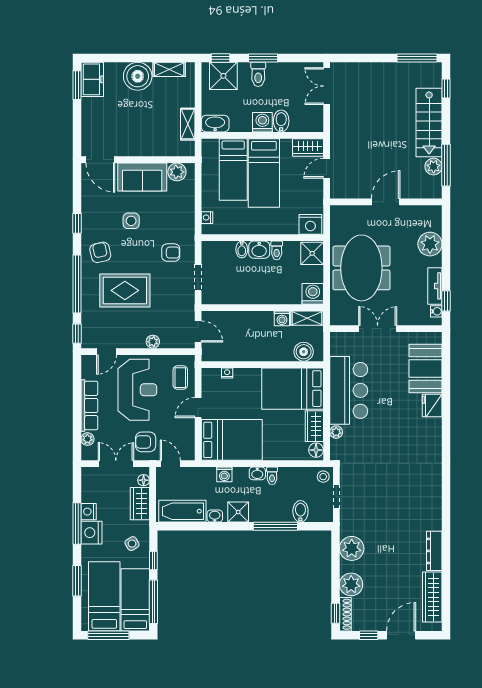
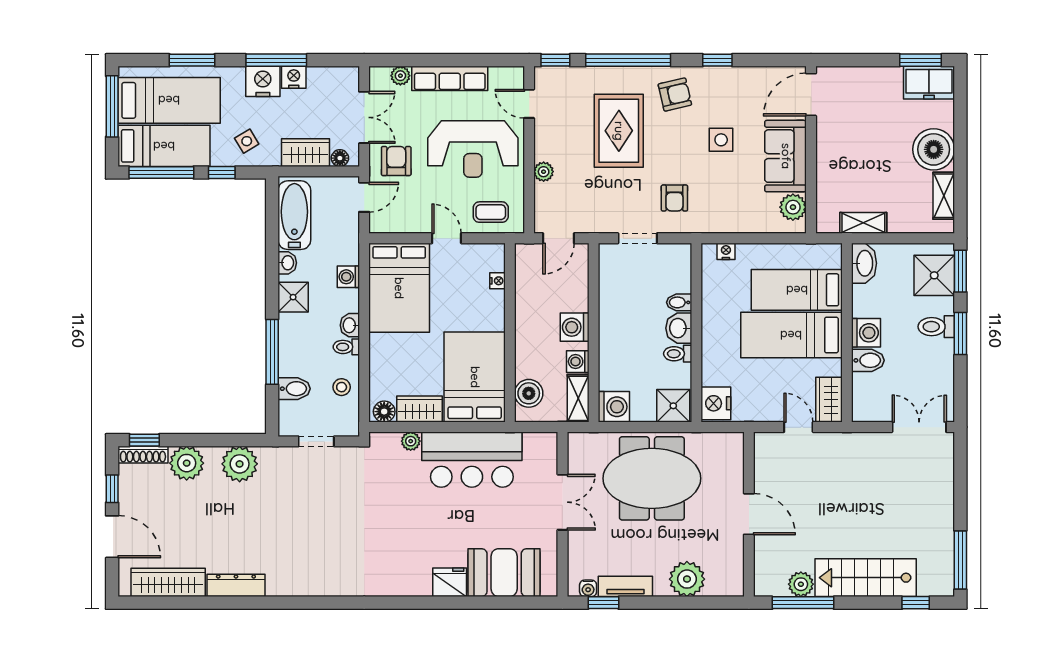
window: (220, 58) -> (960, 271), width x1.50
washing machine: (259, 321) -> (575, 327), added
stool: (323, 477) -> (342, 387), moved

